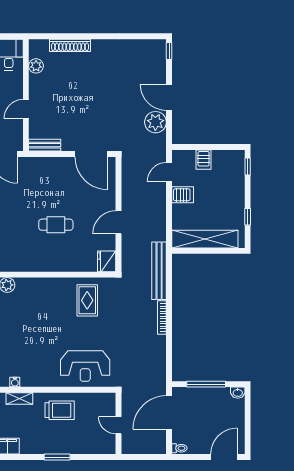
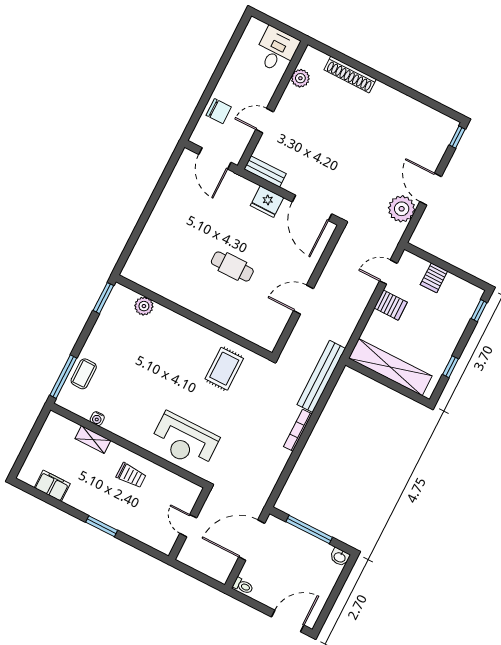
fridge: (107, 261) -> (267, 202), moved, turned -90
trolley: (60, 410) -> (131, 475), width x0.73, depth x0.72

